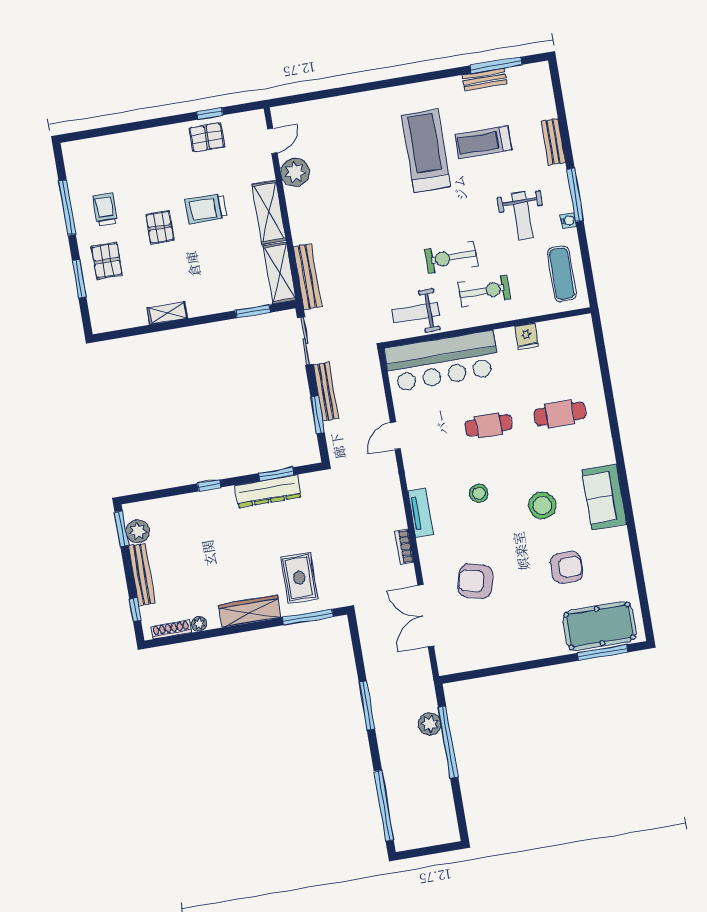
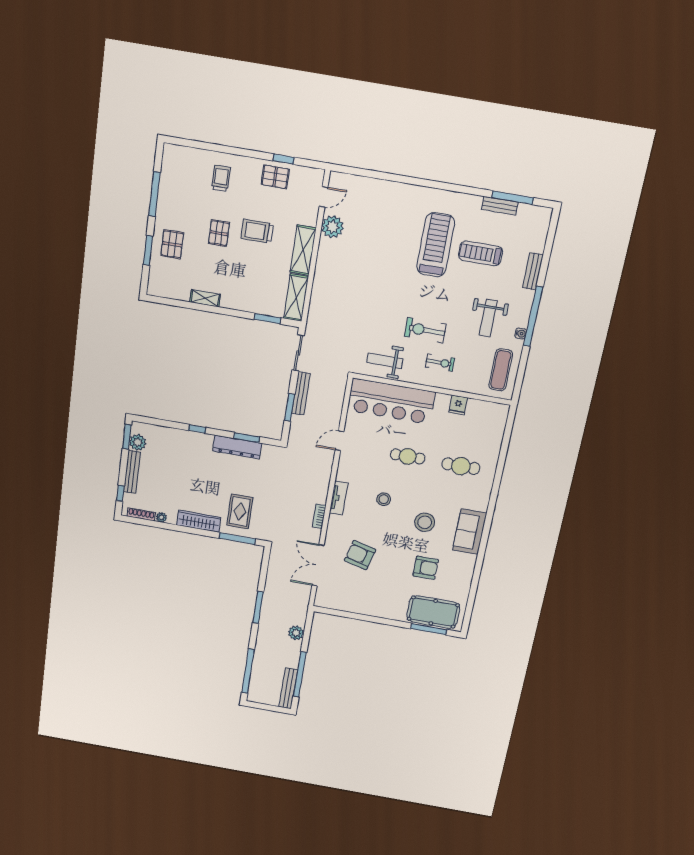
window: (575, 195) -> (533, 316), width x1.46
trolley: (105, 209) -> (221, 178), moved
bench: (307, 277) -> (288, 688), moved
exercise bike: (484, 291) -> (440, 363), width x0.73, depth x0.72
window: (448, 742) -> (300, 674), moved

